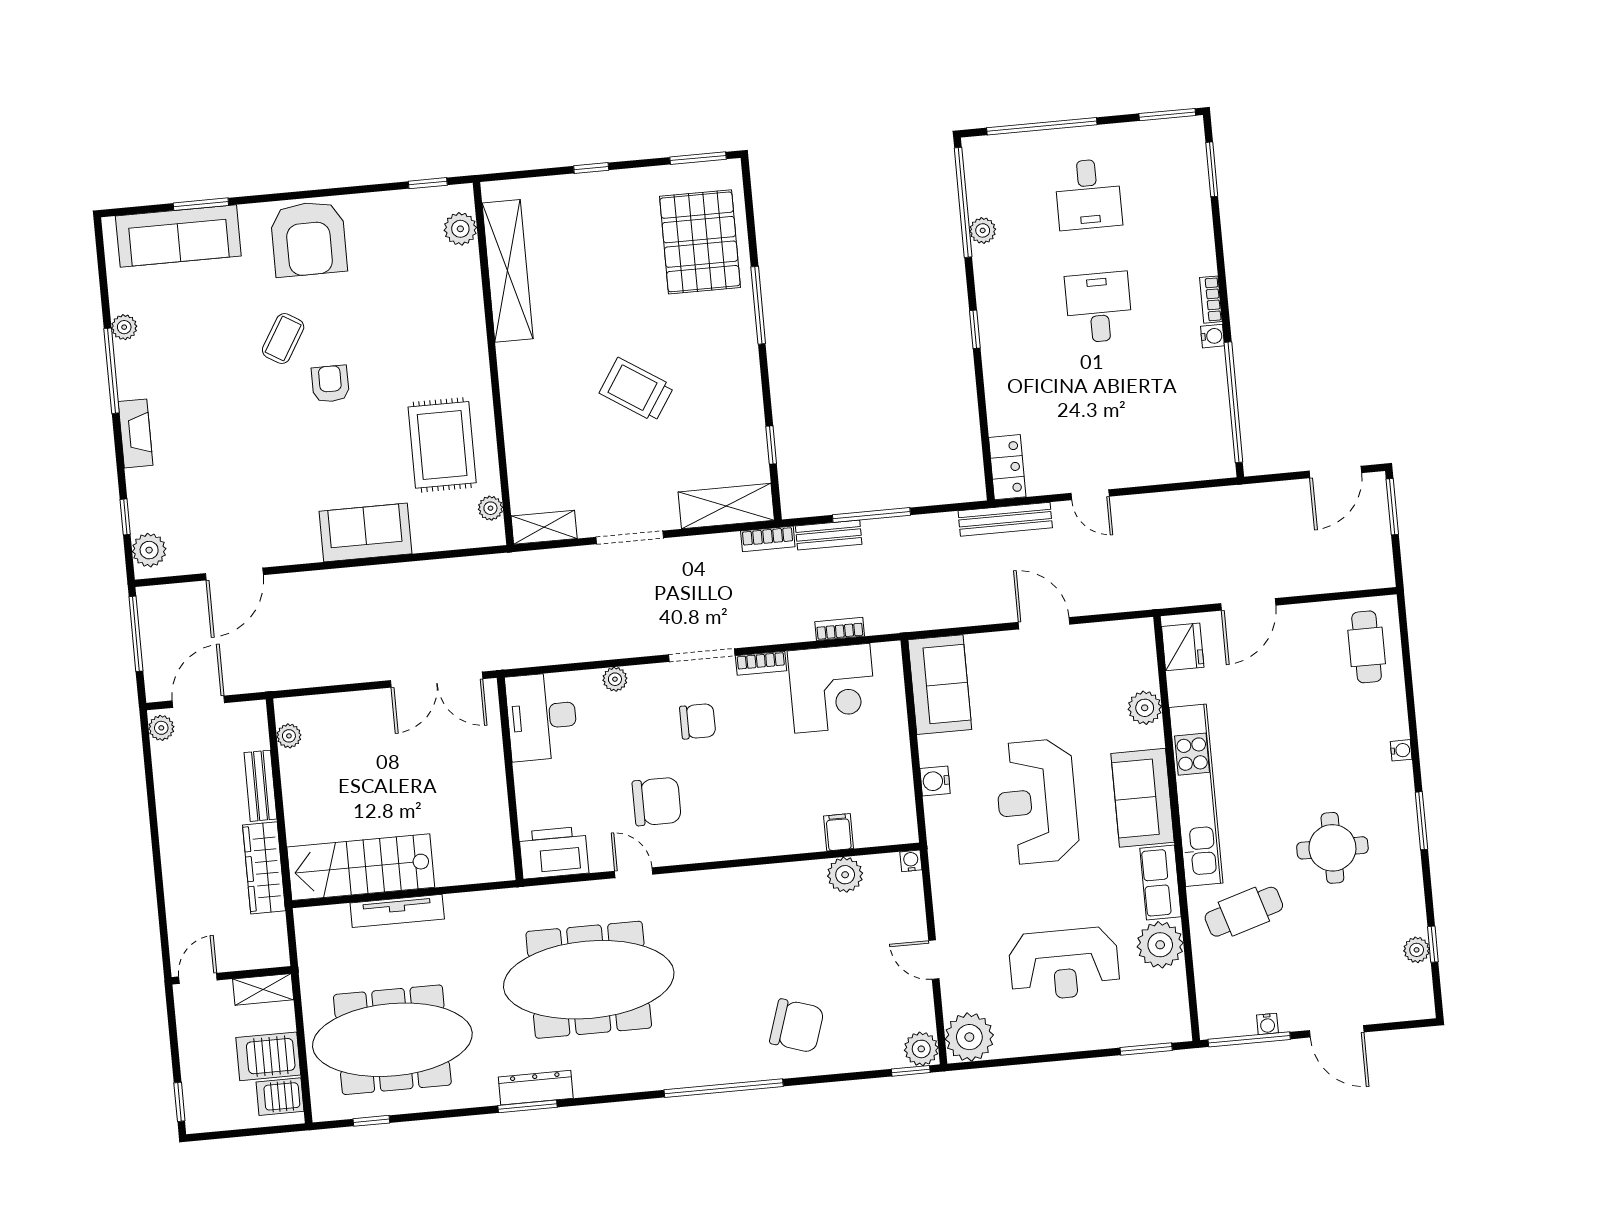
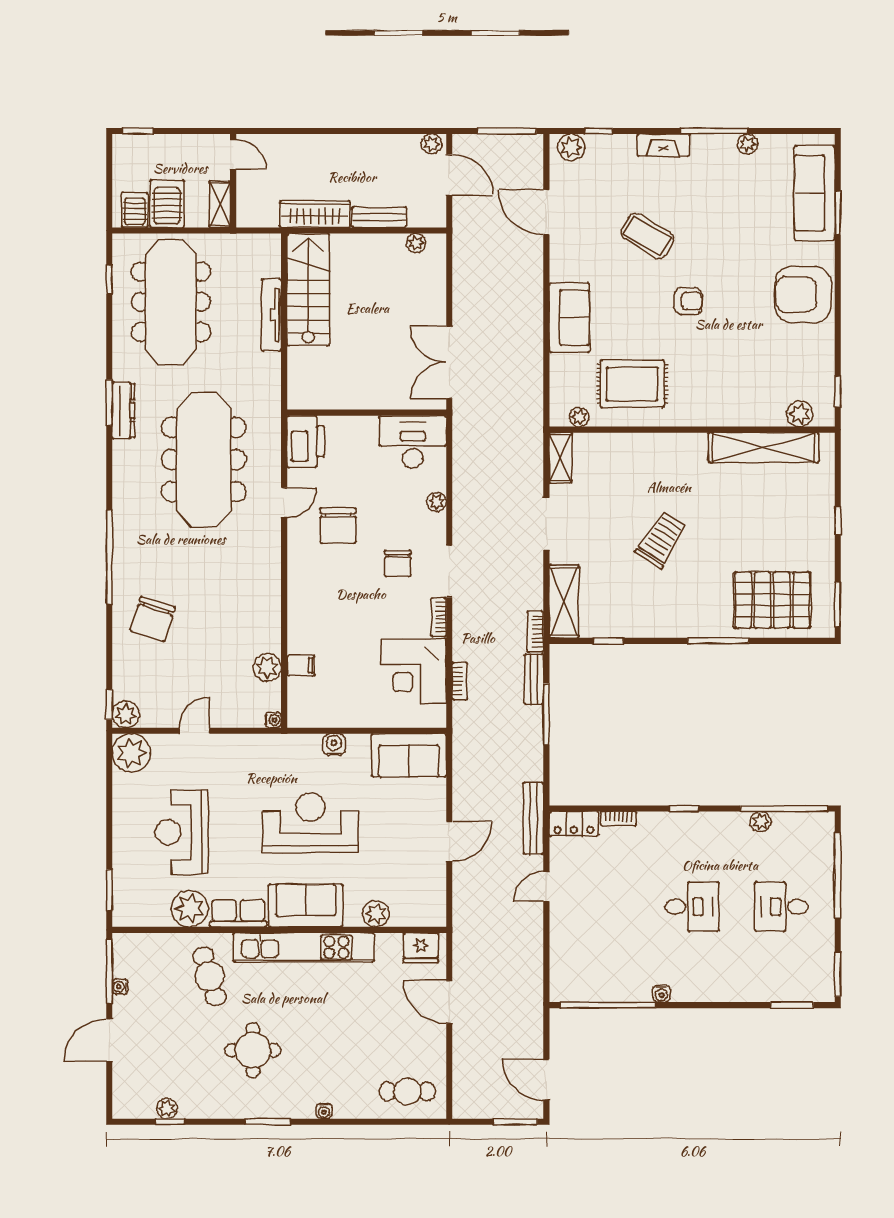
bookcase: (1211, 300) -> (618, 819), moved, turned 180
coffee table: (283, 339) -> (647, 236), moved, width x1.36, depth x1.30

